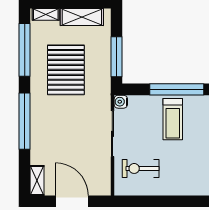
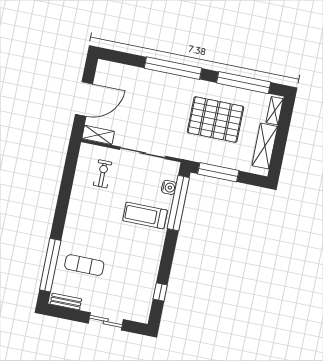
window: (177, 89) -> (178, 203), moved
water cooler: (121, 102) -> (169, 187), moved, turned 90
exercise bike: (141, 168) -> (103, 174), width x0.73, depth x0.72
shelving: (37, 180) -> (98, 135), moved

